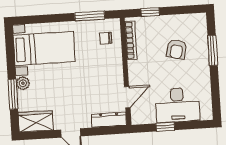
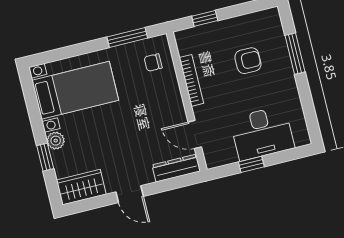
bookcase: (131, 40) -> (191, 80), moved
armchair: (177, 49) -> (248, 61), turned -104
window: (13, 94) -> (45, 157), width x0.67
door: (127, 97) -> (195, 135), swing flipped

